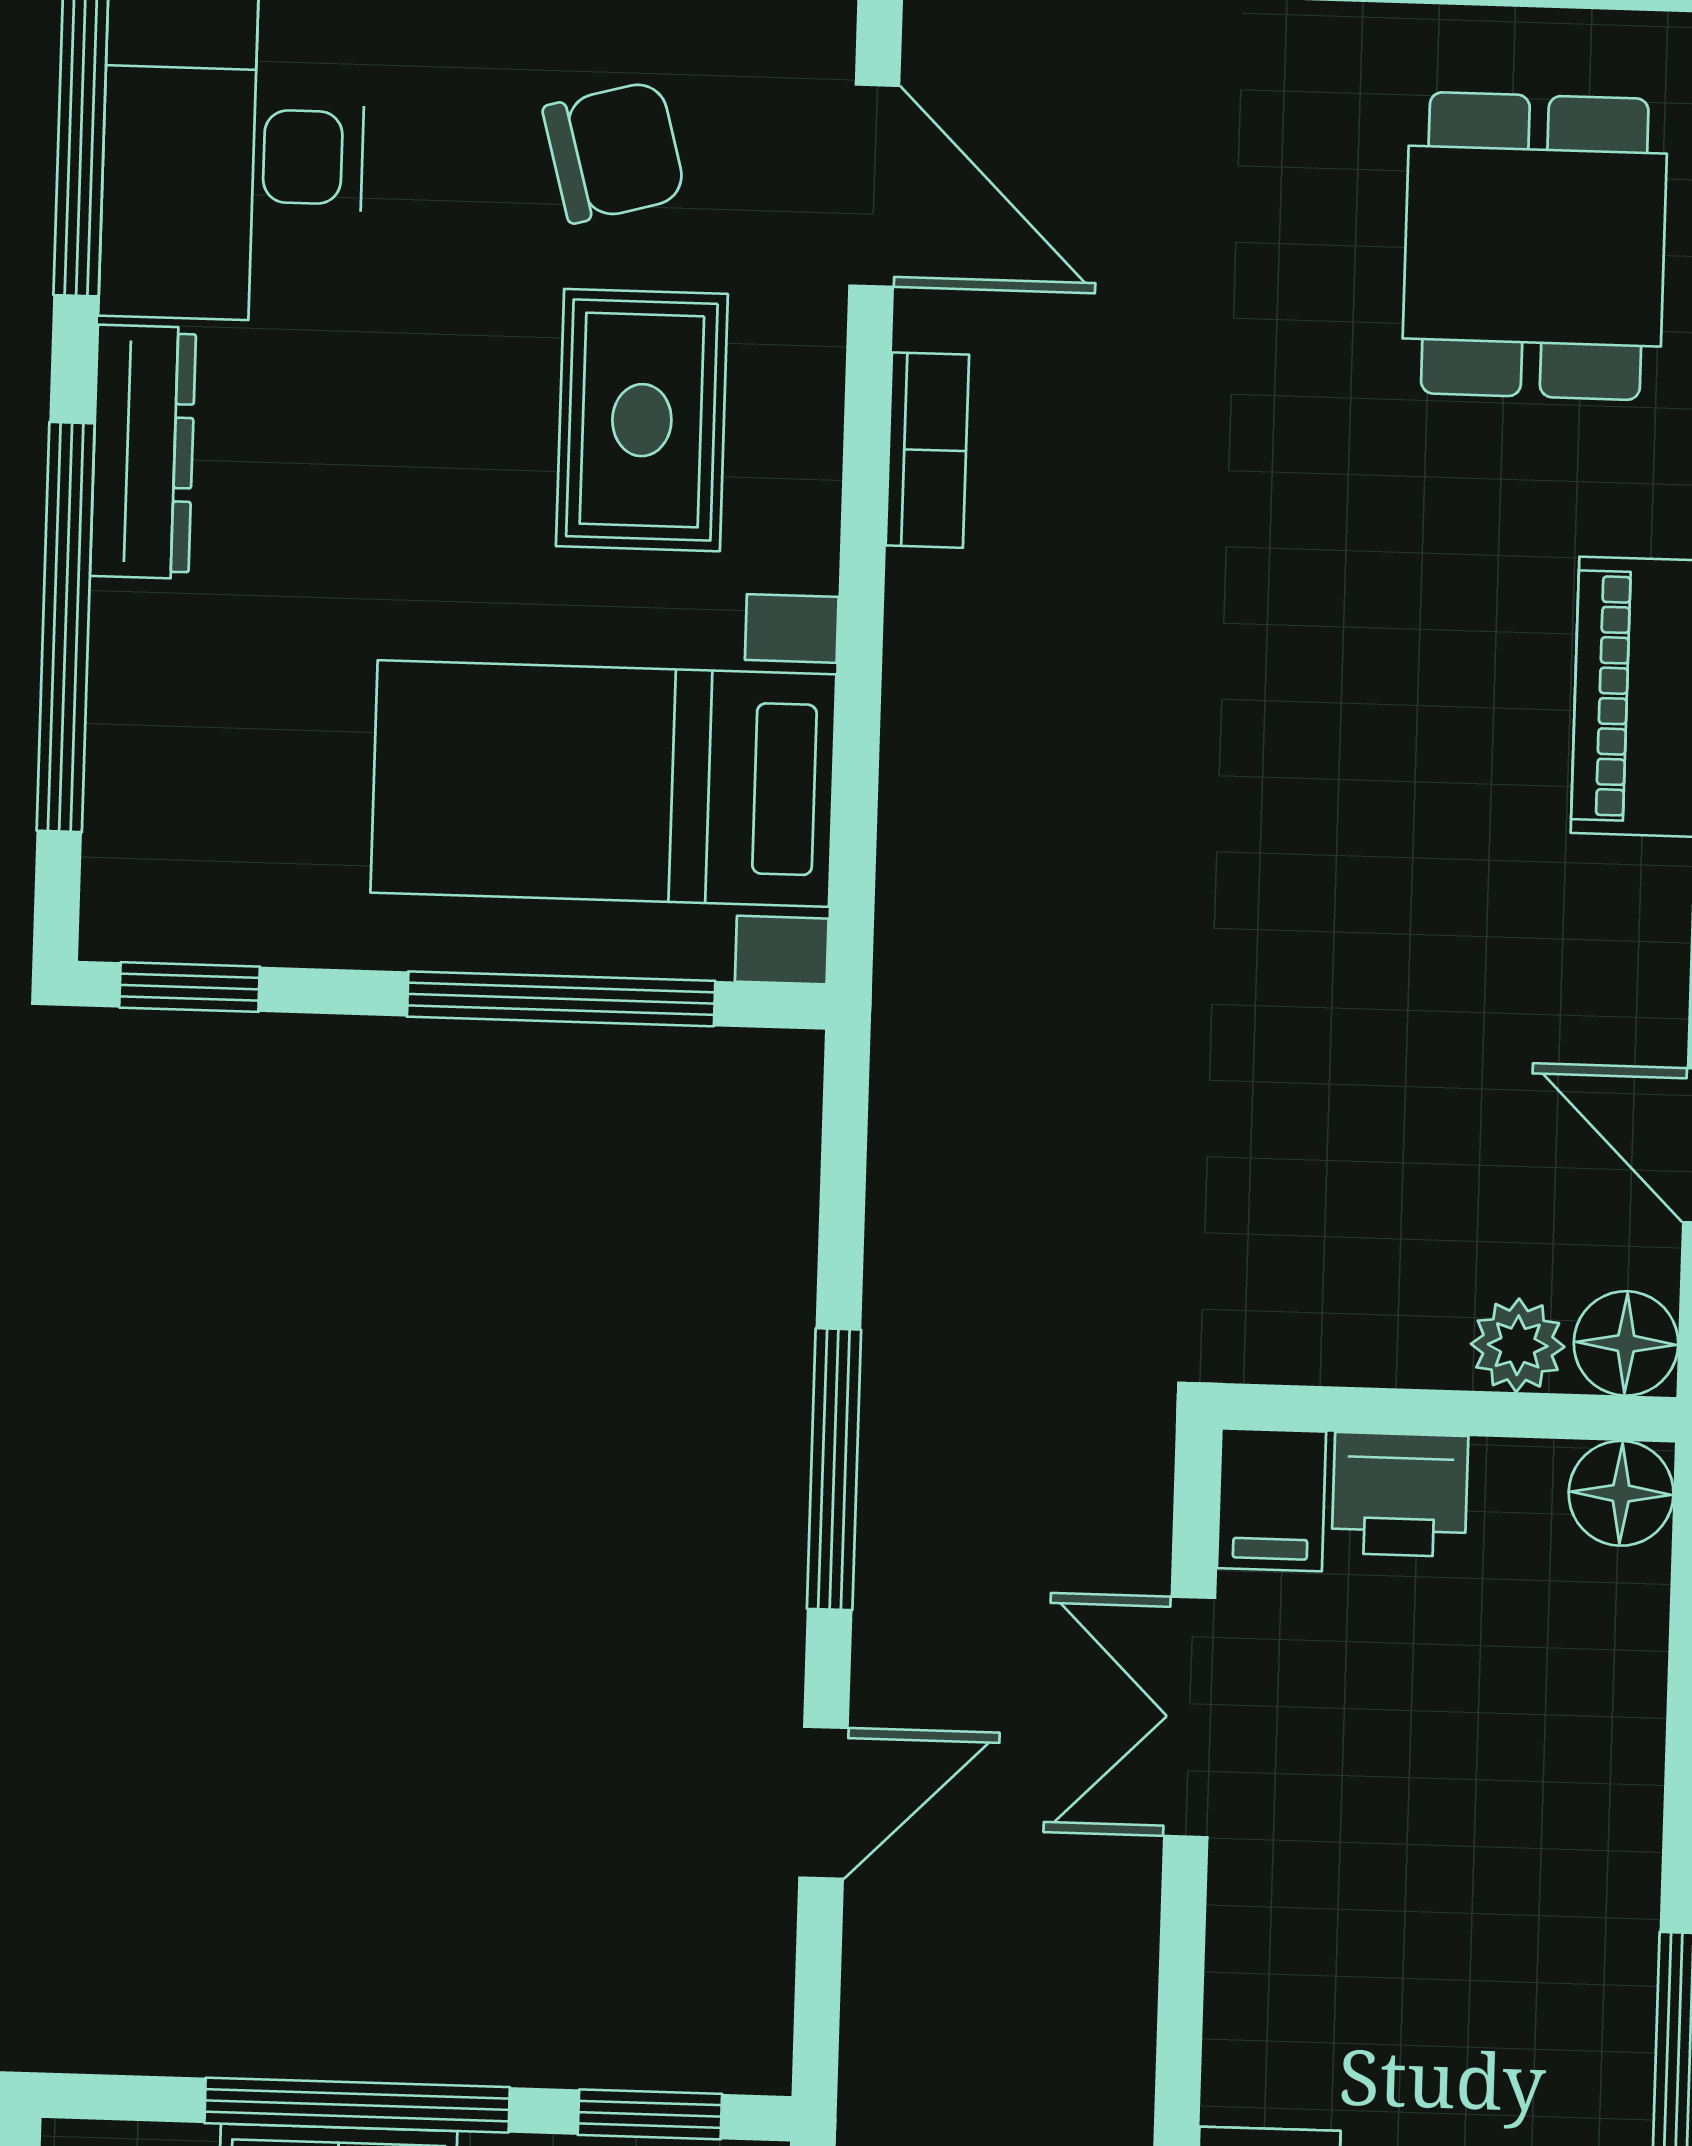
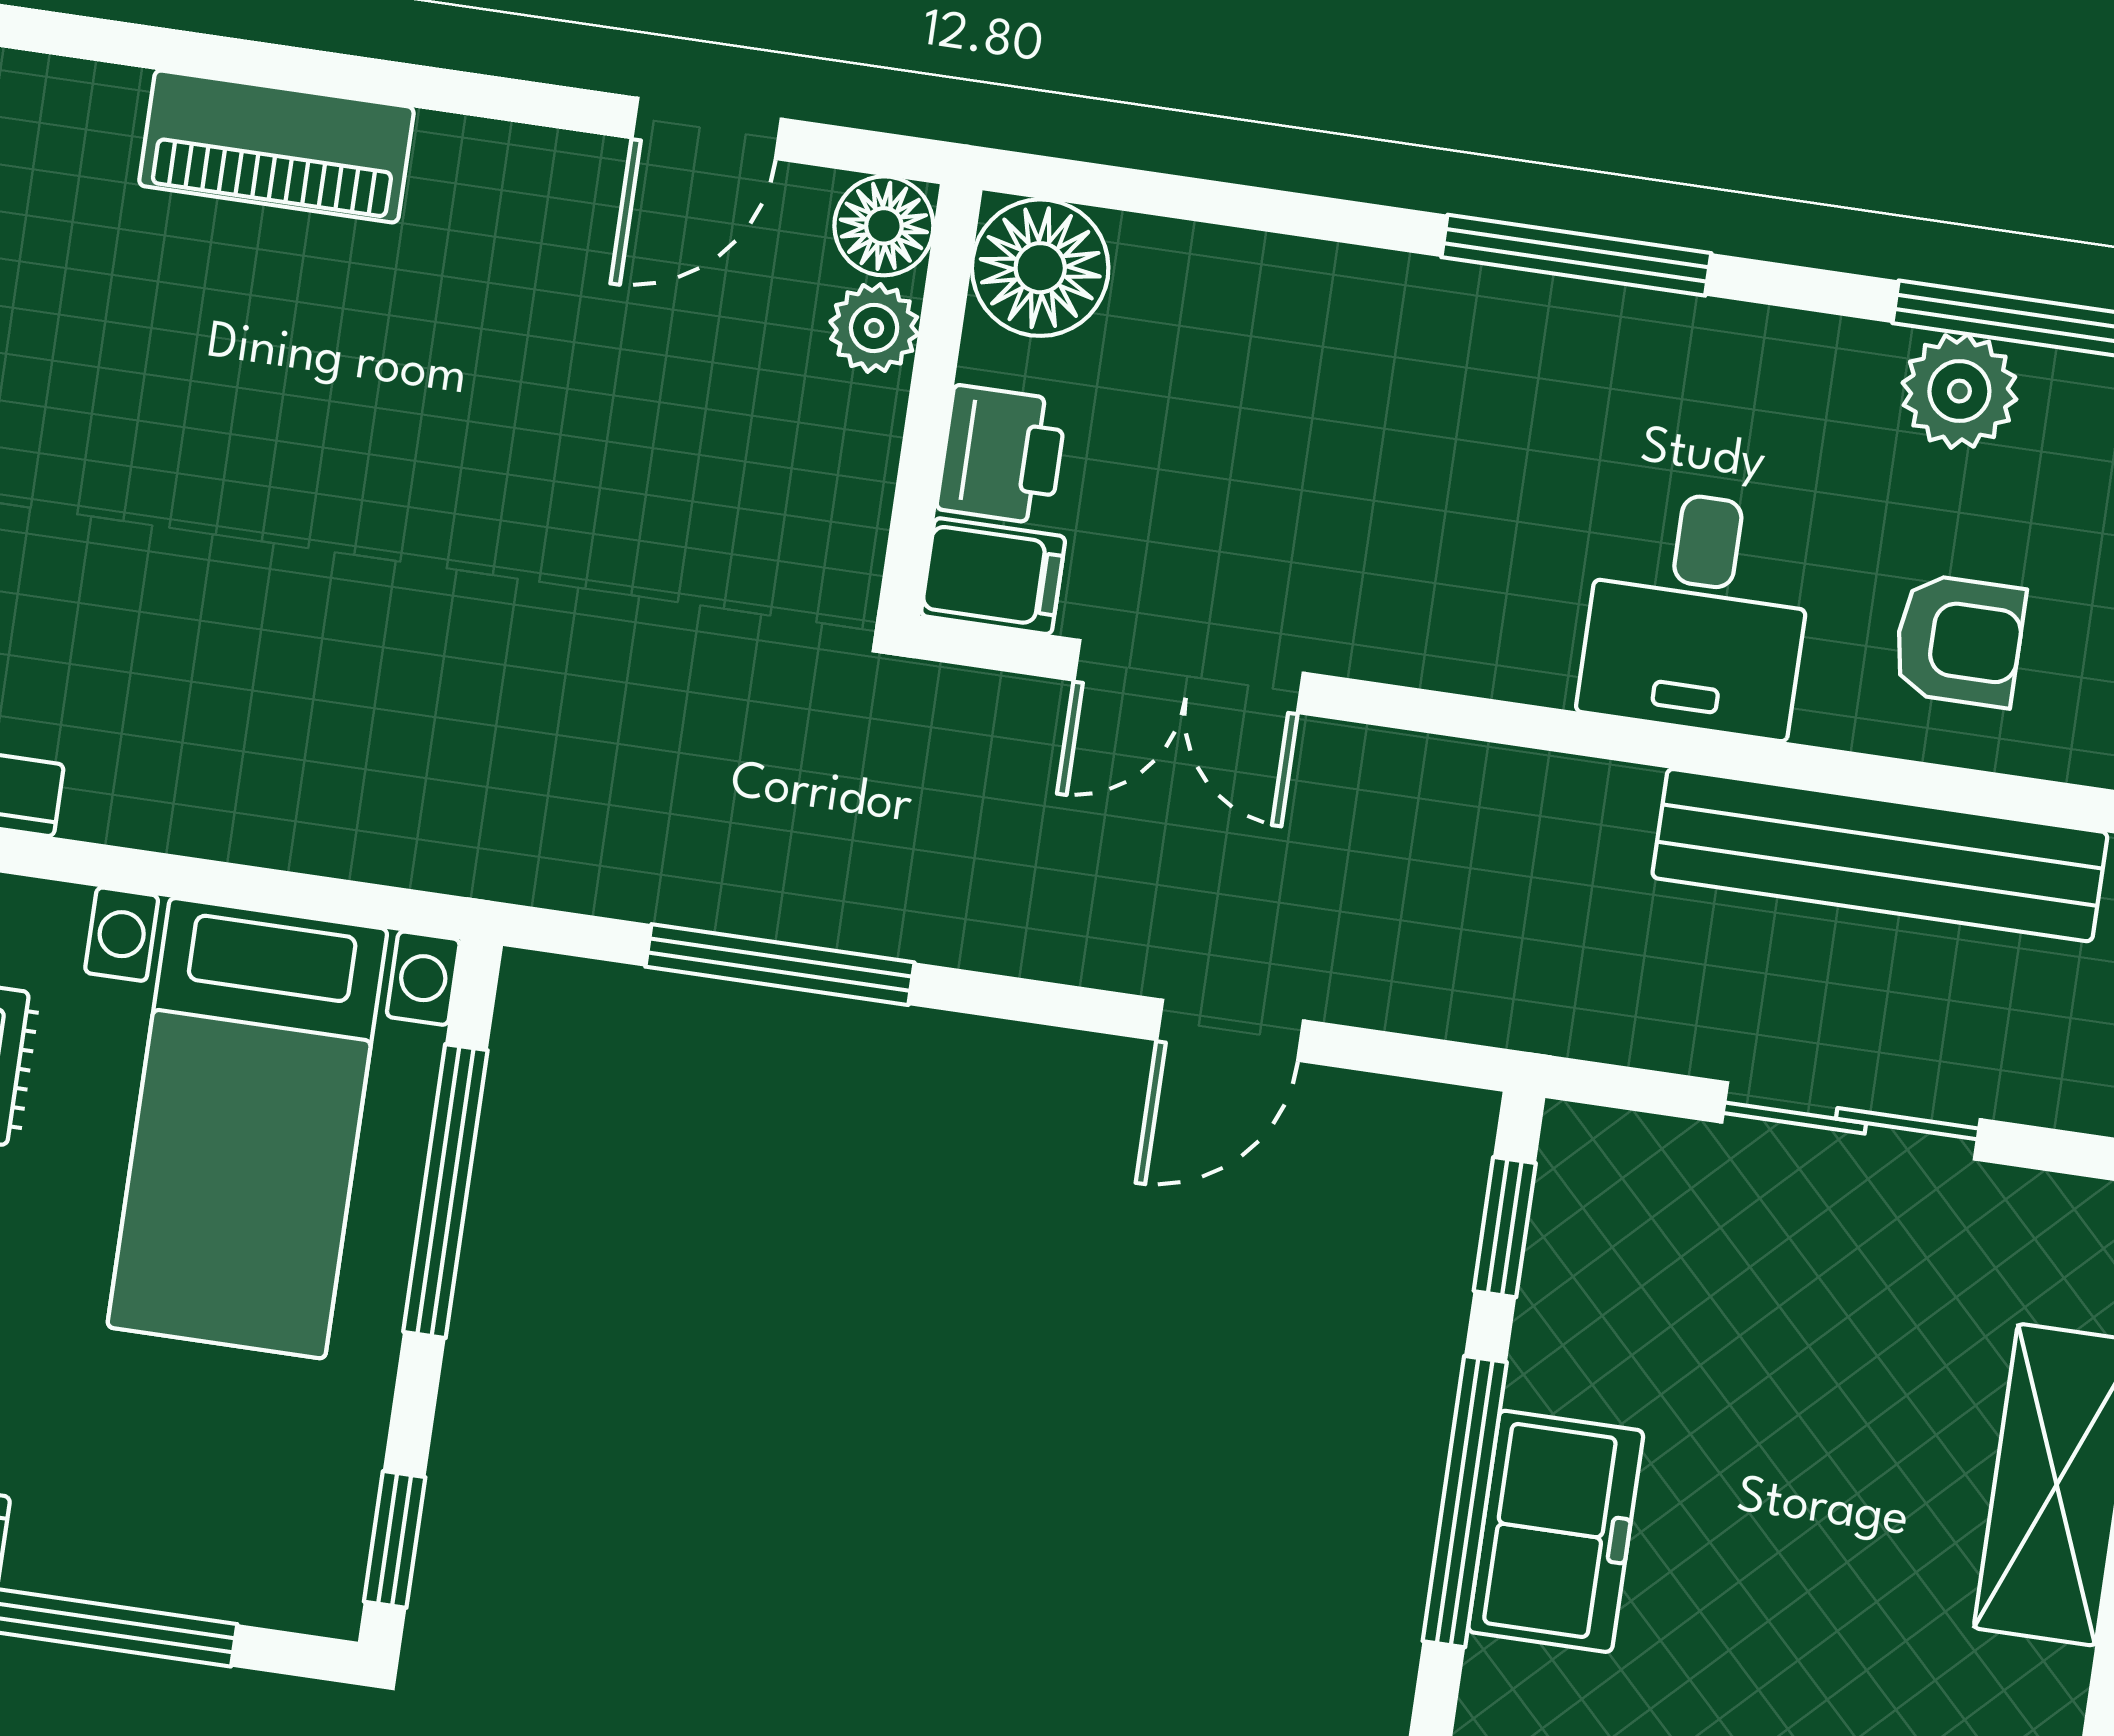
window: (834, 1469) -> (780, 965), moved
floor lamp: (1621, 1493) -> (1040, 268), width x1.38, depth x1.38
door: (824, 1803) -> (1230, 1030), swing flipped

